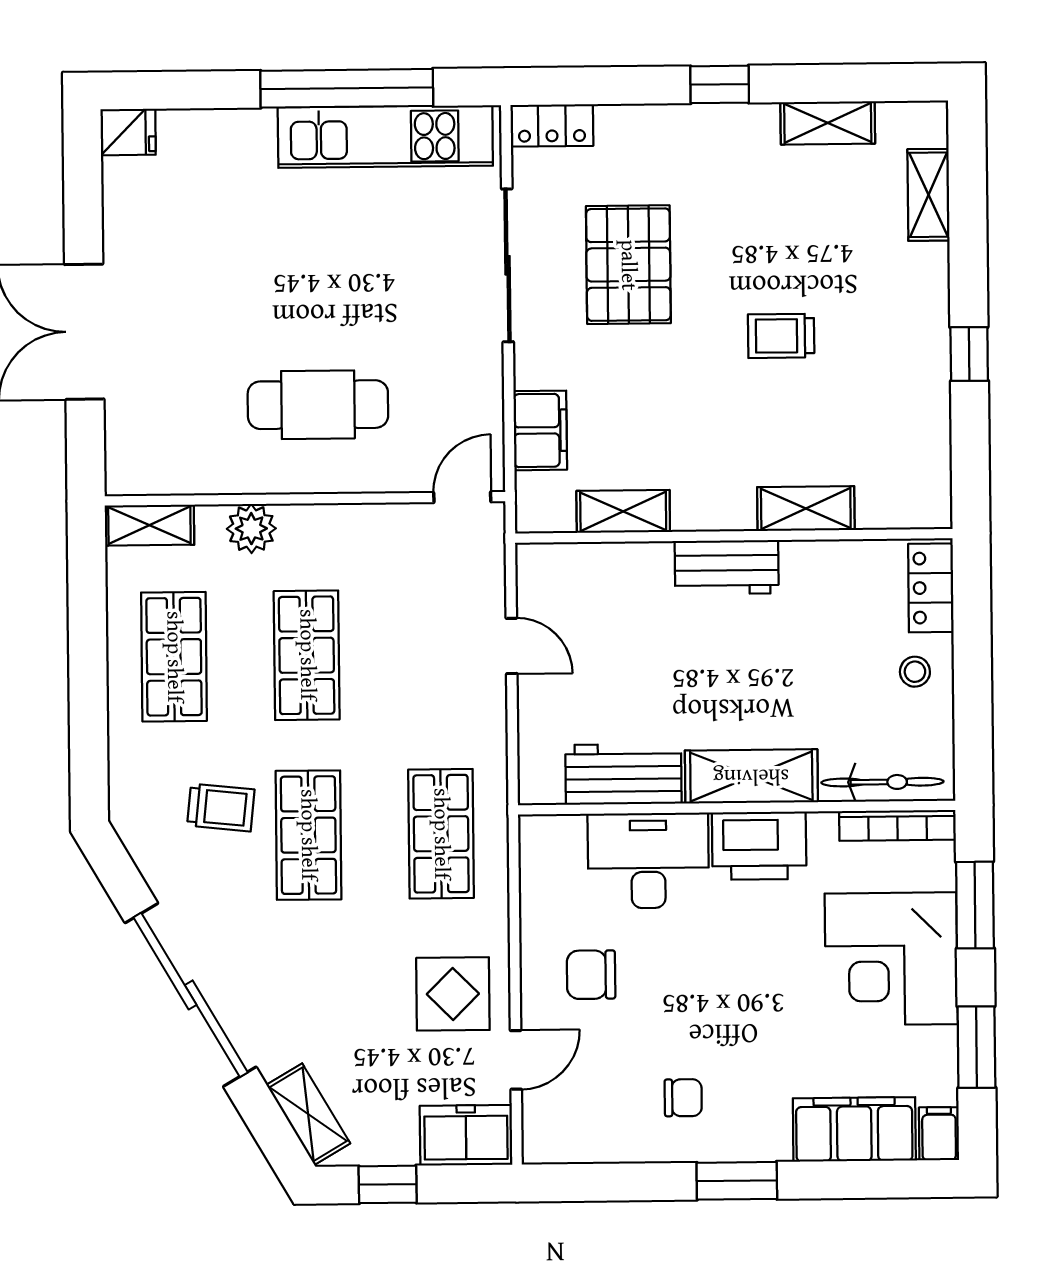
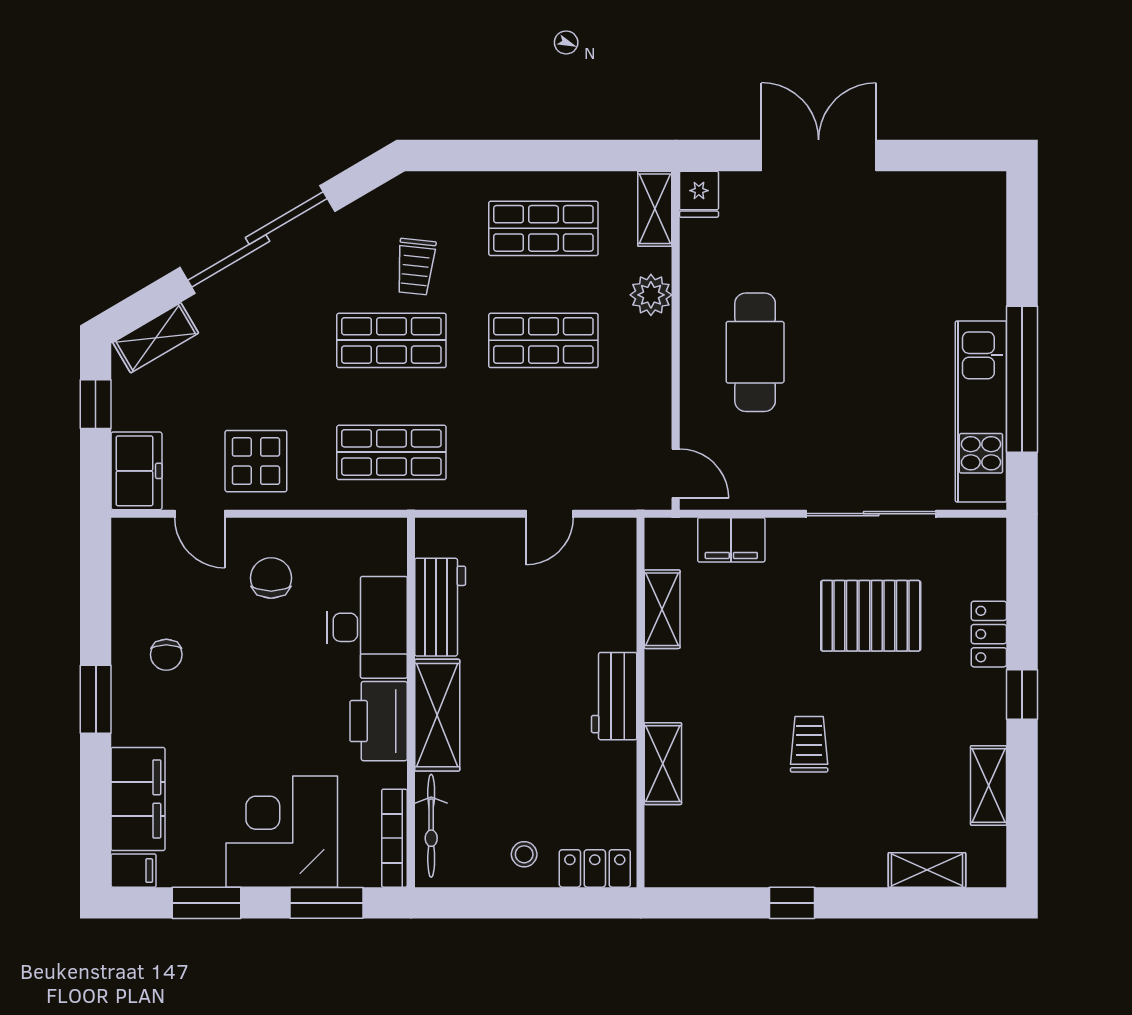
locker: (552, 125) -> (989, 634), moved
fridge: (128, 132) -> (699, 194), moved

